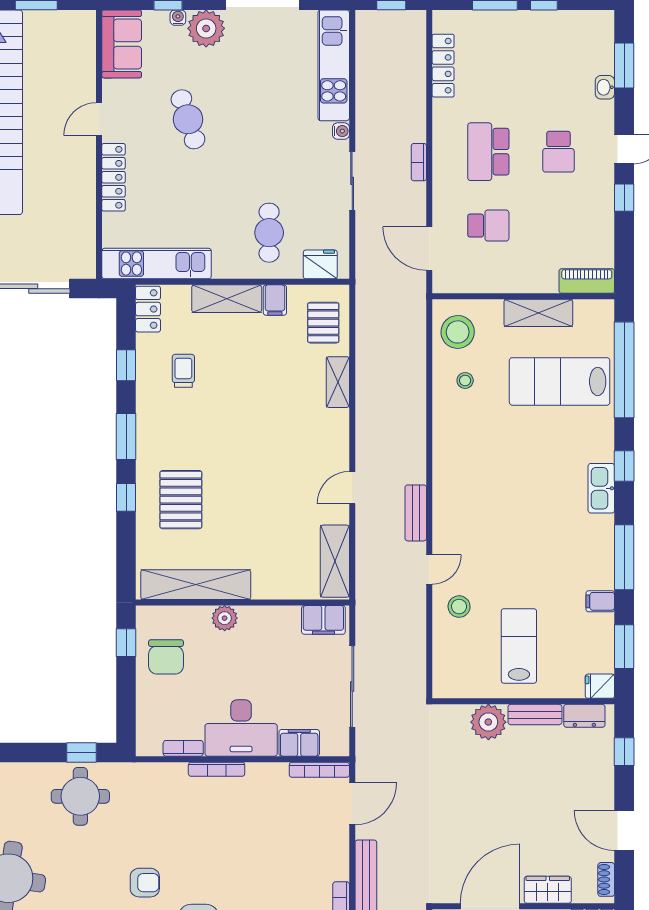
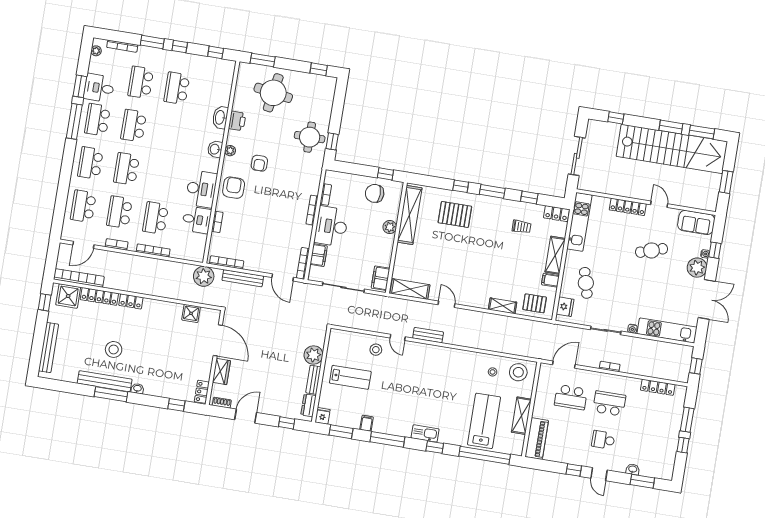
school desk: (488, 226) -> (571, 397), width x1.85
cafe table: (269, 233) -> (586, 283), turned 75
piano: (587, 281) -> (537, 439), width x1.37, depth x1.33

